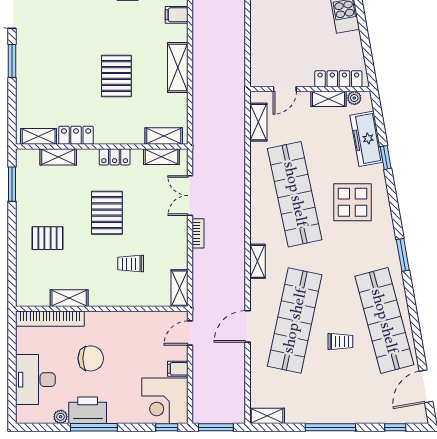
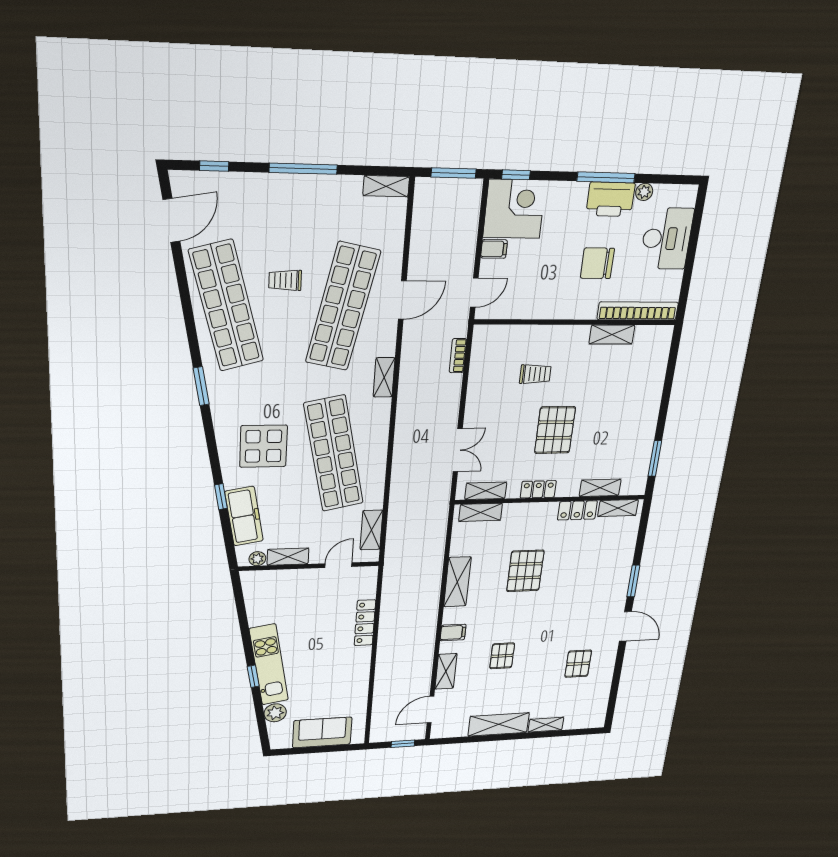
locker: (338, 79) -> (365, 623), moved, turned 90
bookcase: (198, 233) -> (458, 356), moved
pallet: (48, 238) -> (626, 401), removed
shelving: (180, 288) -> (481, 346), removed

